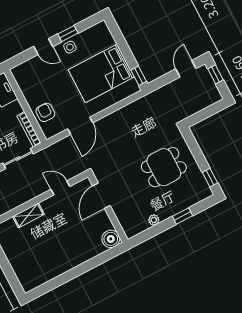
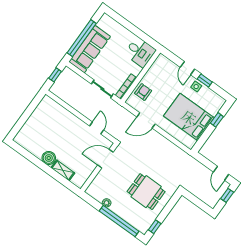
door: (186, 69) -> (221, 173), swing flipped
window: (139, 76) -> (217, 120), moved
shelving: (28, 215) -> (63, 170), moved
window: (183, 216) -> (119, 221), width x3.17
boiler: (111, 239) -> (49, 158), moved

